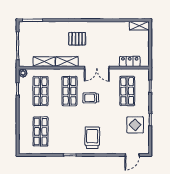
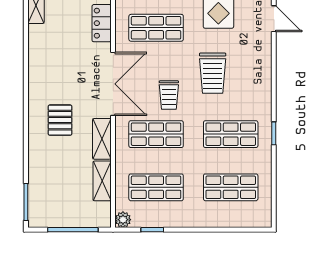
double door: (97, 68) -> (113, 84), width x1.37
shop shelf: (69, 132) -> (231, 134), added
trolley: (92, 138) -> (213, 73), moved, turned -90

